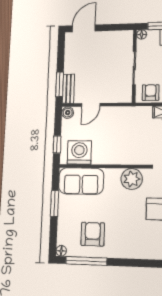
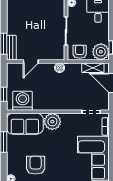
boiler: (68, 113) -> (60, 68), moved
plant: (132, 179) -> (52, 122), moved

